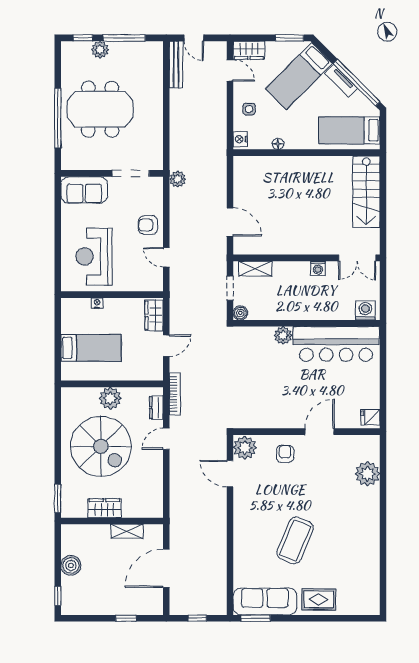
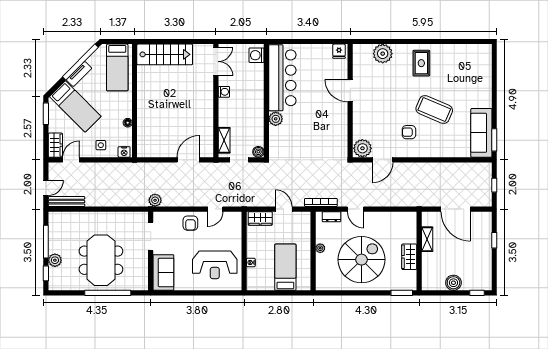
plant: (110, 398) -> (320, 248), width x0.53, depth x0.53
armchair: (285, 454) -> (409, 132), moved
rug: (319, 599) -> (421, 63), moved

